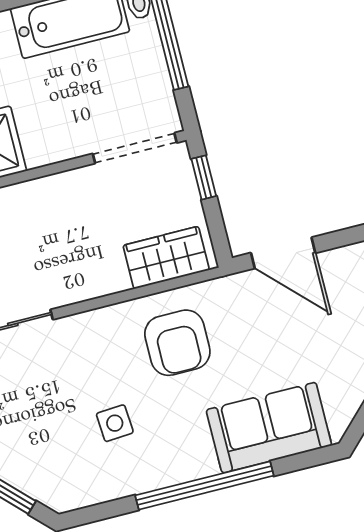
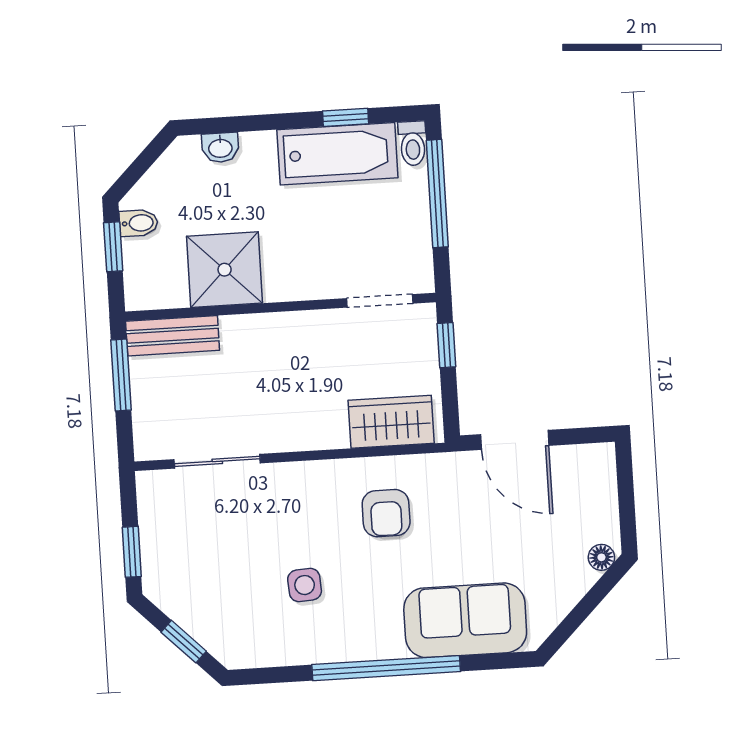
doorway: (135, 148) -> (380, 301), width x0.73
armchair: (177, 343) -> (386, 513), width x0.72, depth x0.72

